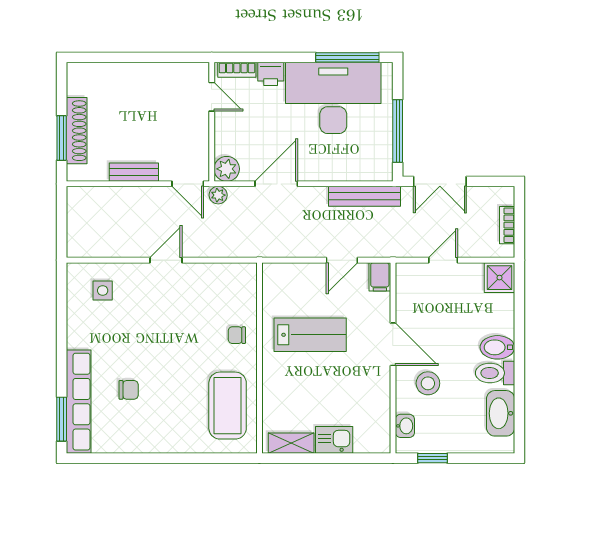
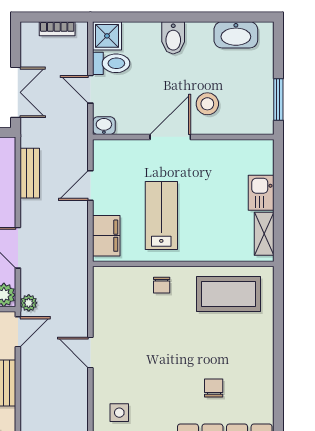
bench: (364, 196) -> (30, 173), width x0.73
door: (342, 260) -> (90, 185), swing flipped
filing cabinet: (380, 277) -> (106, 236), moved, width x2.00
toilet: (495, 373) -> (111, 63), moved, turned -90
washbasin: (405, 426) -> (104, 126), moved
window: (432, 458) -> (278, 100), width x1.50

